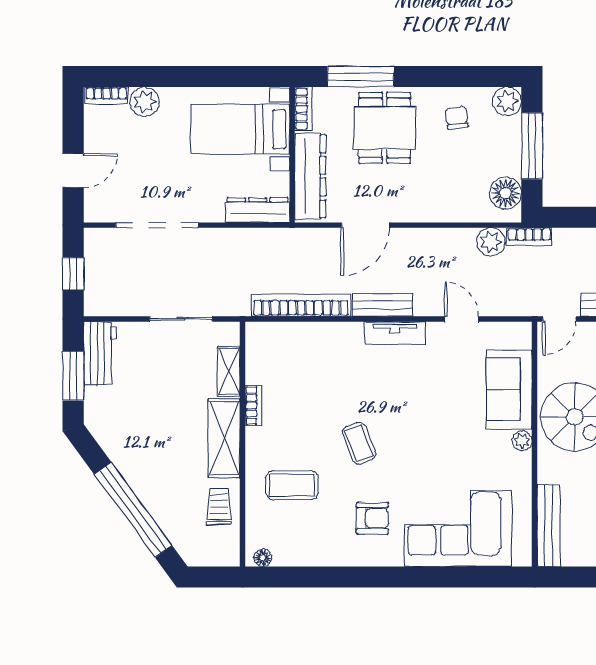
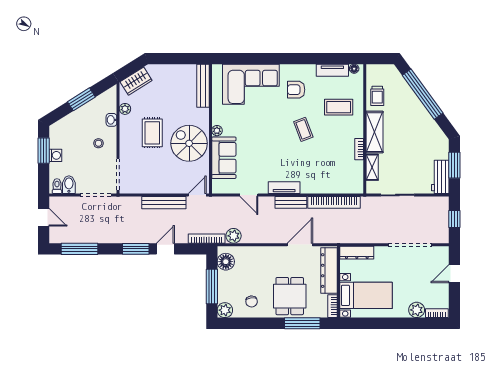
bookcase: (529, 237) -> (207, 239), width x1.56
tv unit: (304, 555) -> (332, 70), added

